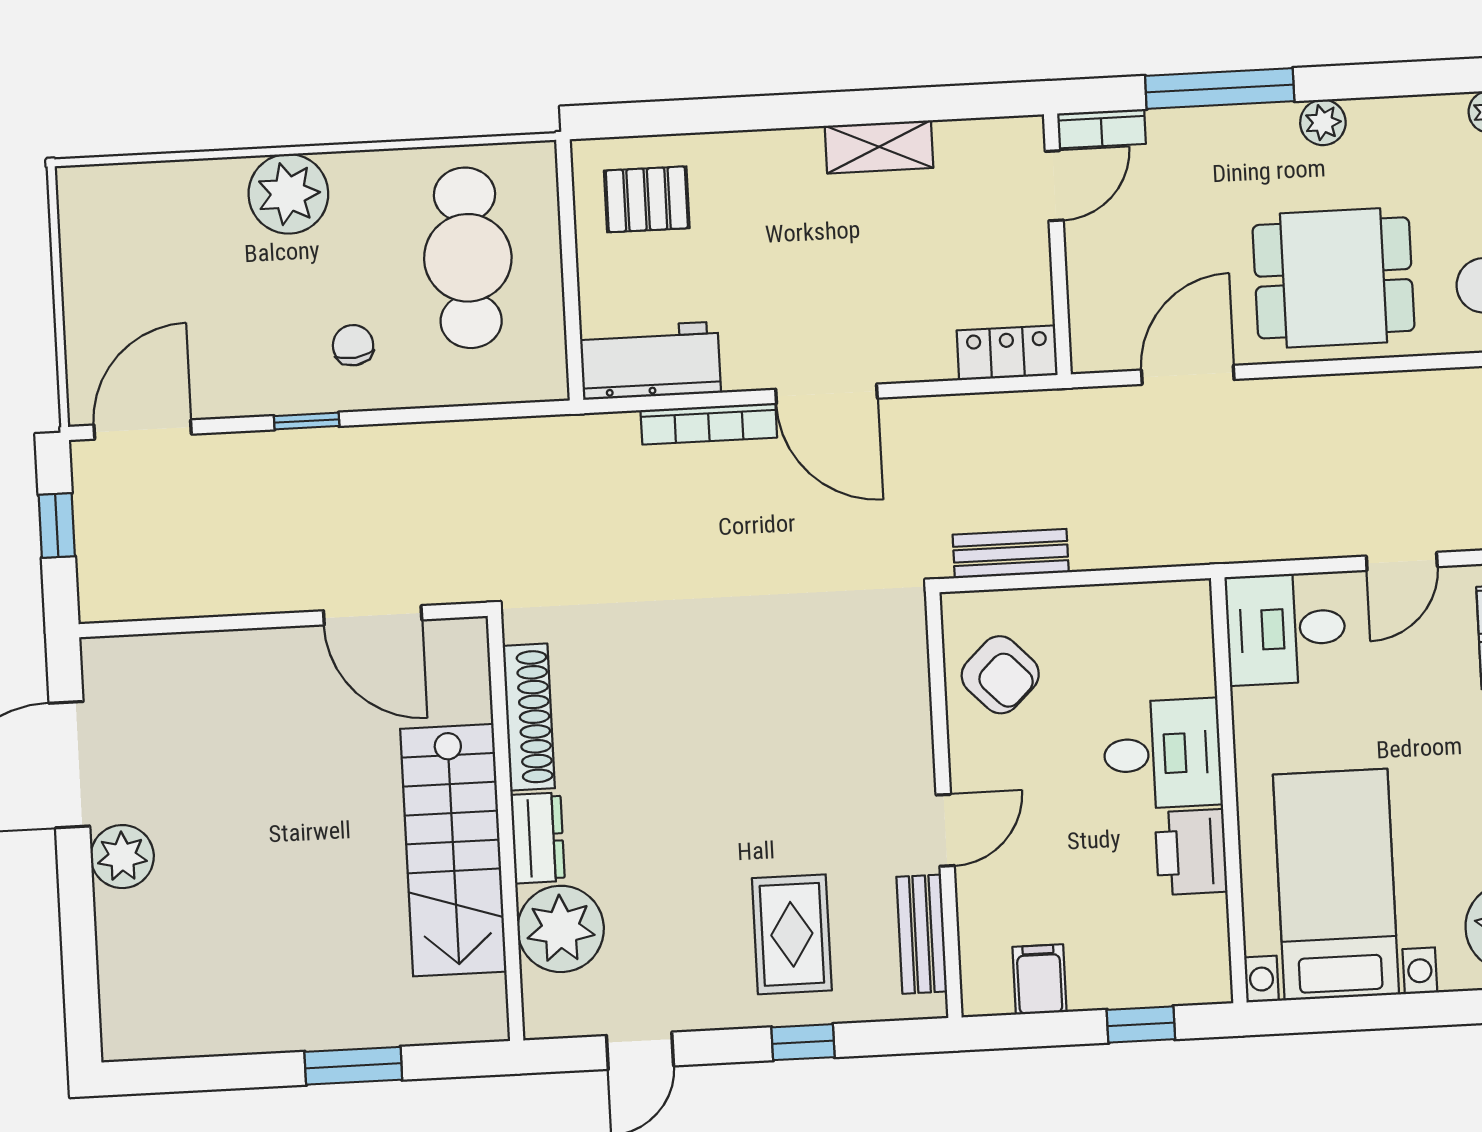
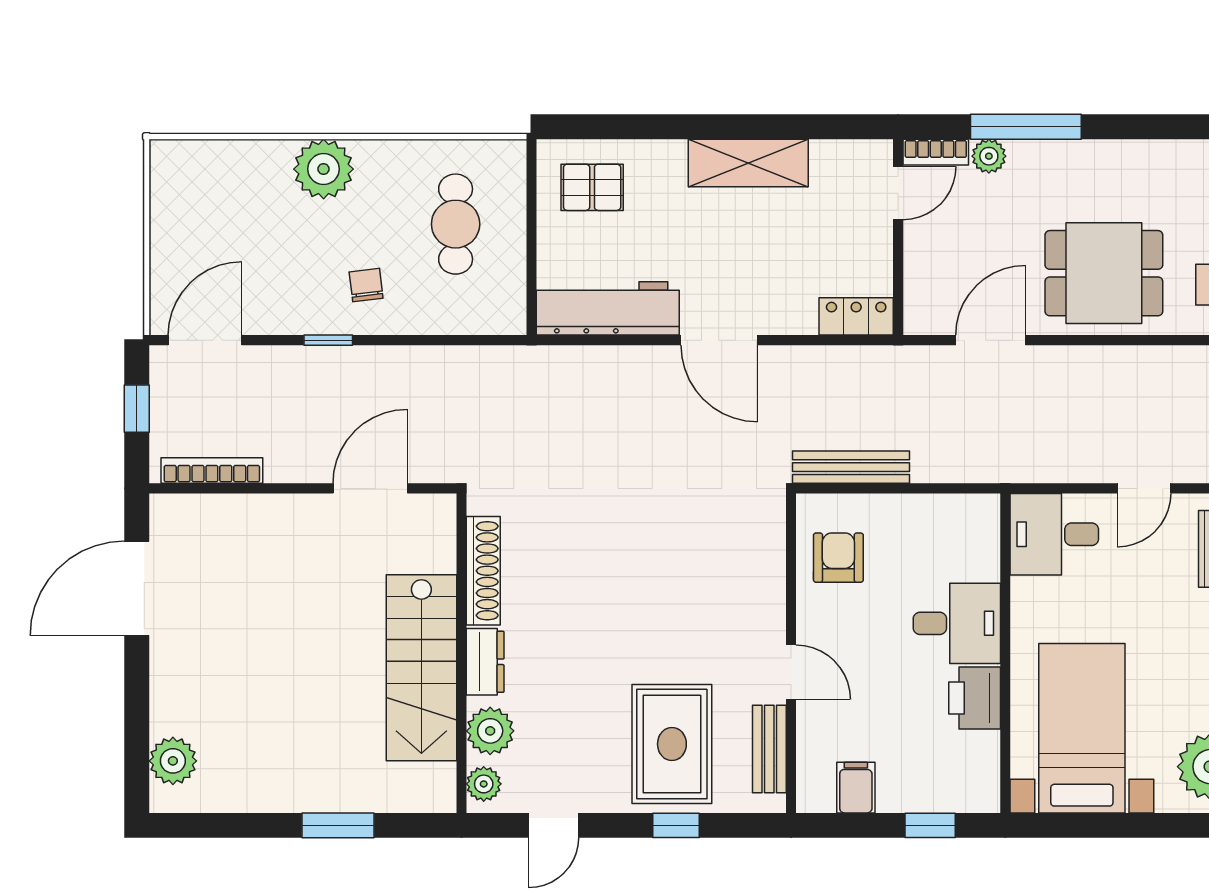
plant: (1323, 122) -> (989, 156), moved
shelving: (879, 147) -> (748, 163), width x1.50, depth x1.33
cafe table: (468, 258) -> (456, 224), width x0.73, depth x0.74
workbench: (650, 361) -> (608, 308), width x1.38
bookcase: (709, 424) -> (212, 470), moved, turned 180
bench: (1011, 553) -> (851, 467), width x1.36
door: (373, 615) -> (370, 488), swing flipped
armchair: (1000, 675) -> (838, 558), turned -136
door: (945, 830) -> (791, 672), hinge flipped
plant: (122, 857) -> (173, 761), moved
plant: (561, 929) -> (490, 731), width x0.73, depth x0.73
rug: (792, 934) -> (672, 744), width x1.36, depth x1.43
plant: (544, 1001) -> (484, 784), added

